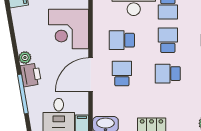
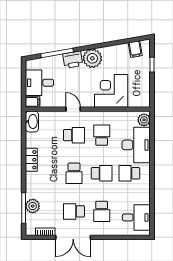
plant: (25, 58) -> (92, 58), width x1.87, depth x1.87
school desk: (168, 74) -> (74, 173), turned 180
door: (91, 75) -> (73, 109), width x0.53

